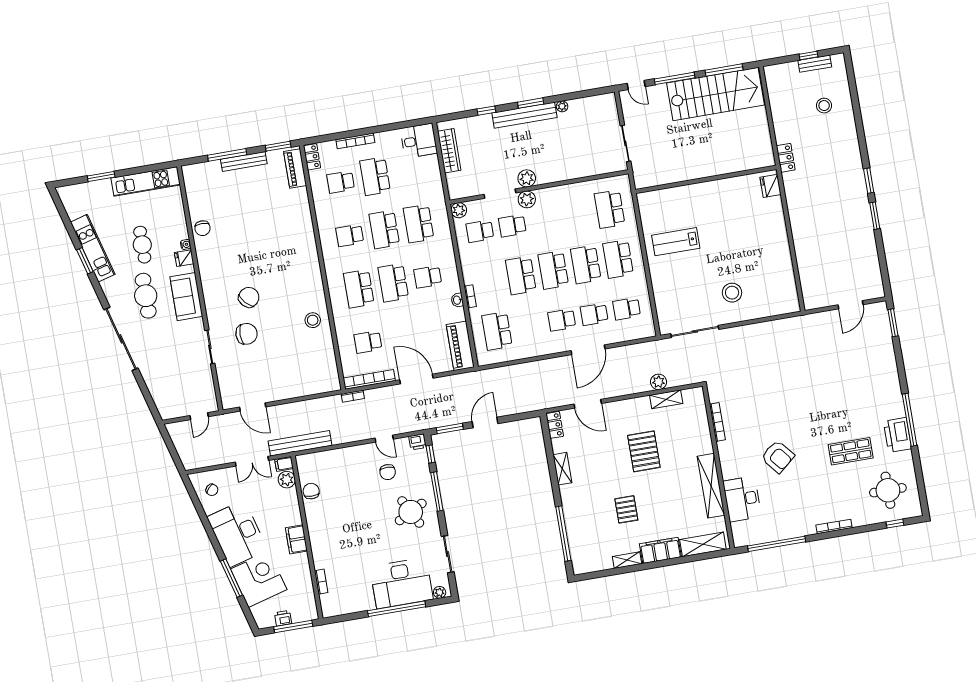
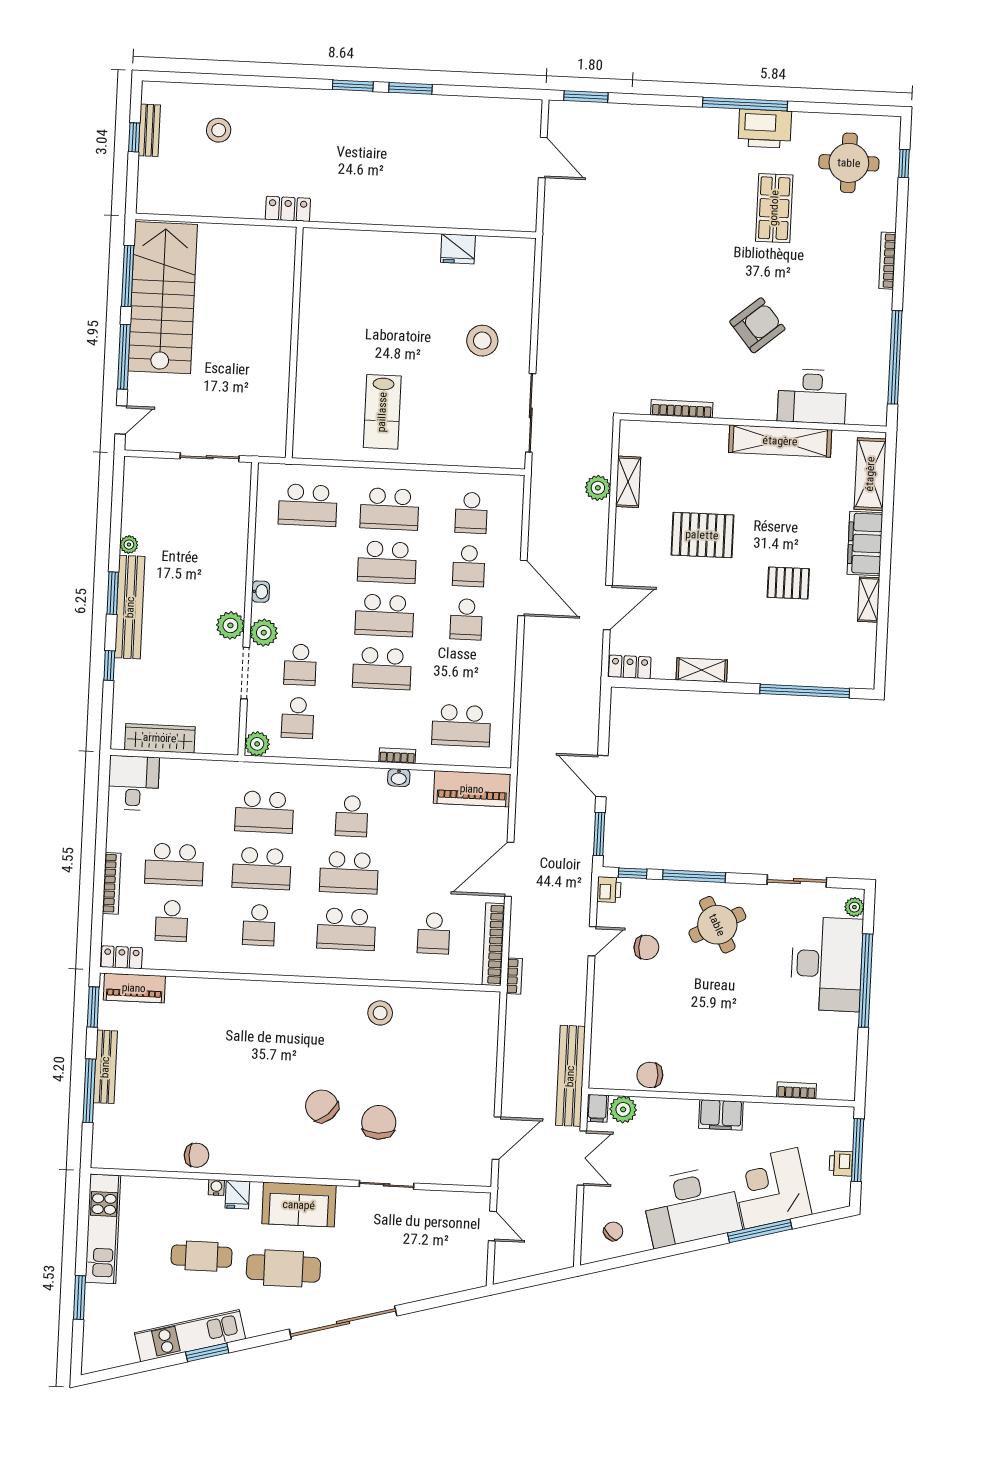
fridge: (771, 186) -> (458, 249), moved
washbasin: (551, 192) -> (260, 592), added

